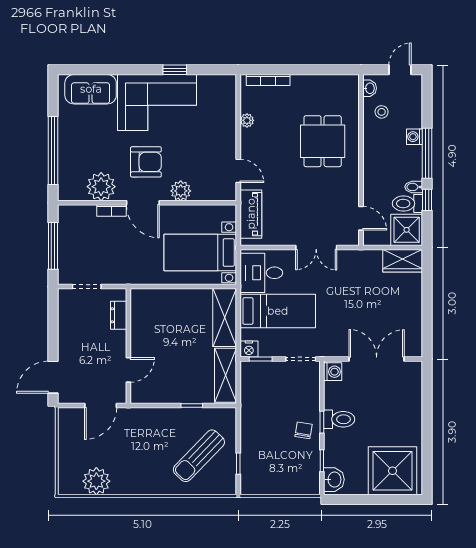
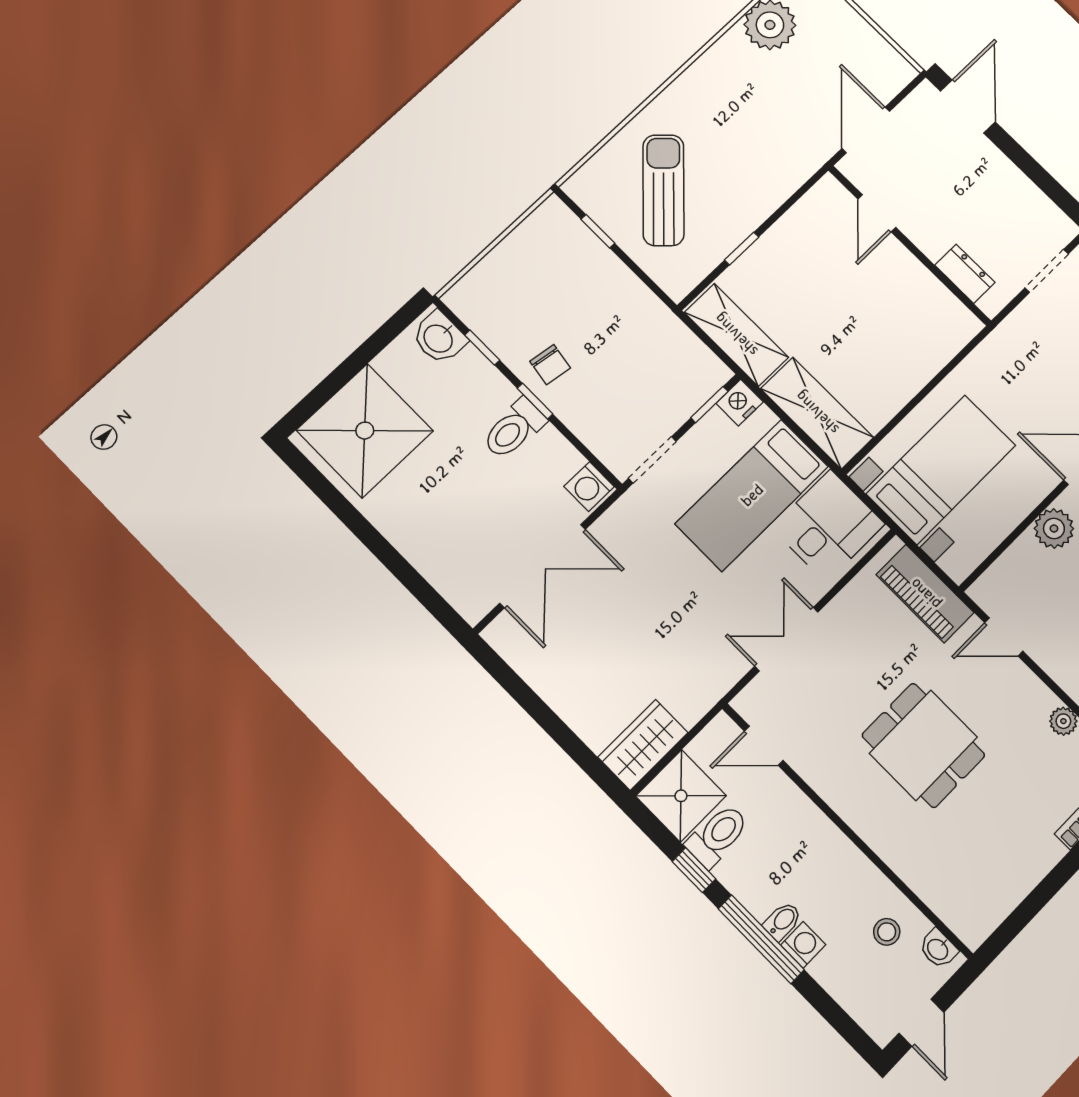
dining table: (323, 141) -> (923, 745), moved
bidet: (414, 187) -> (782, 921), moved

